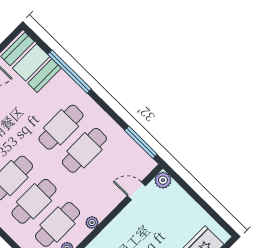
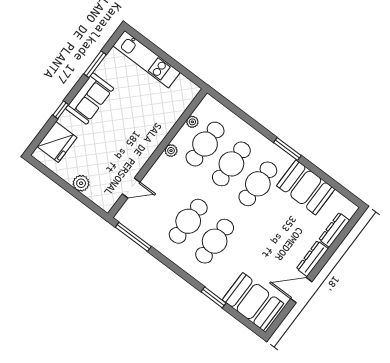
window: (70, 72) -> (214, 297), width x0.47
plant: (163, 180) -> (81, 183), moved

